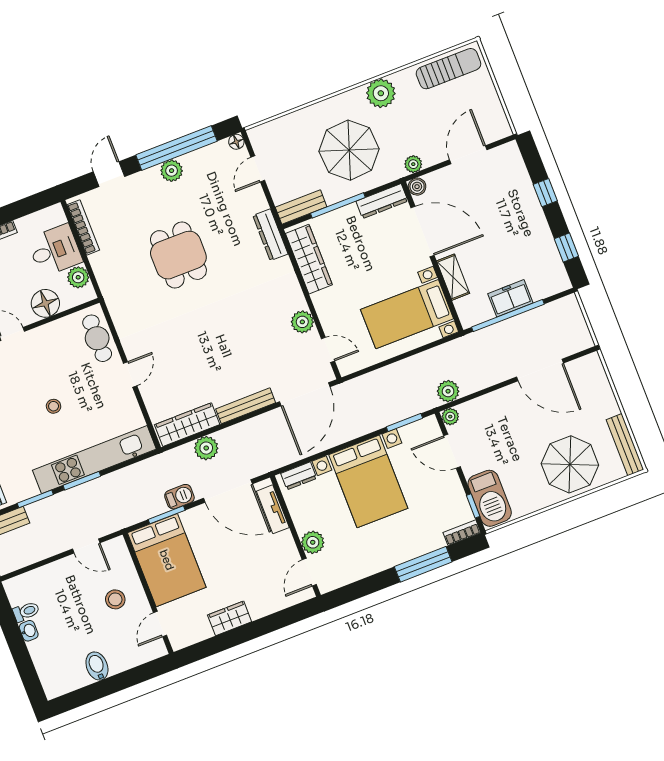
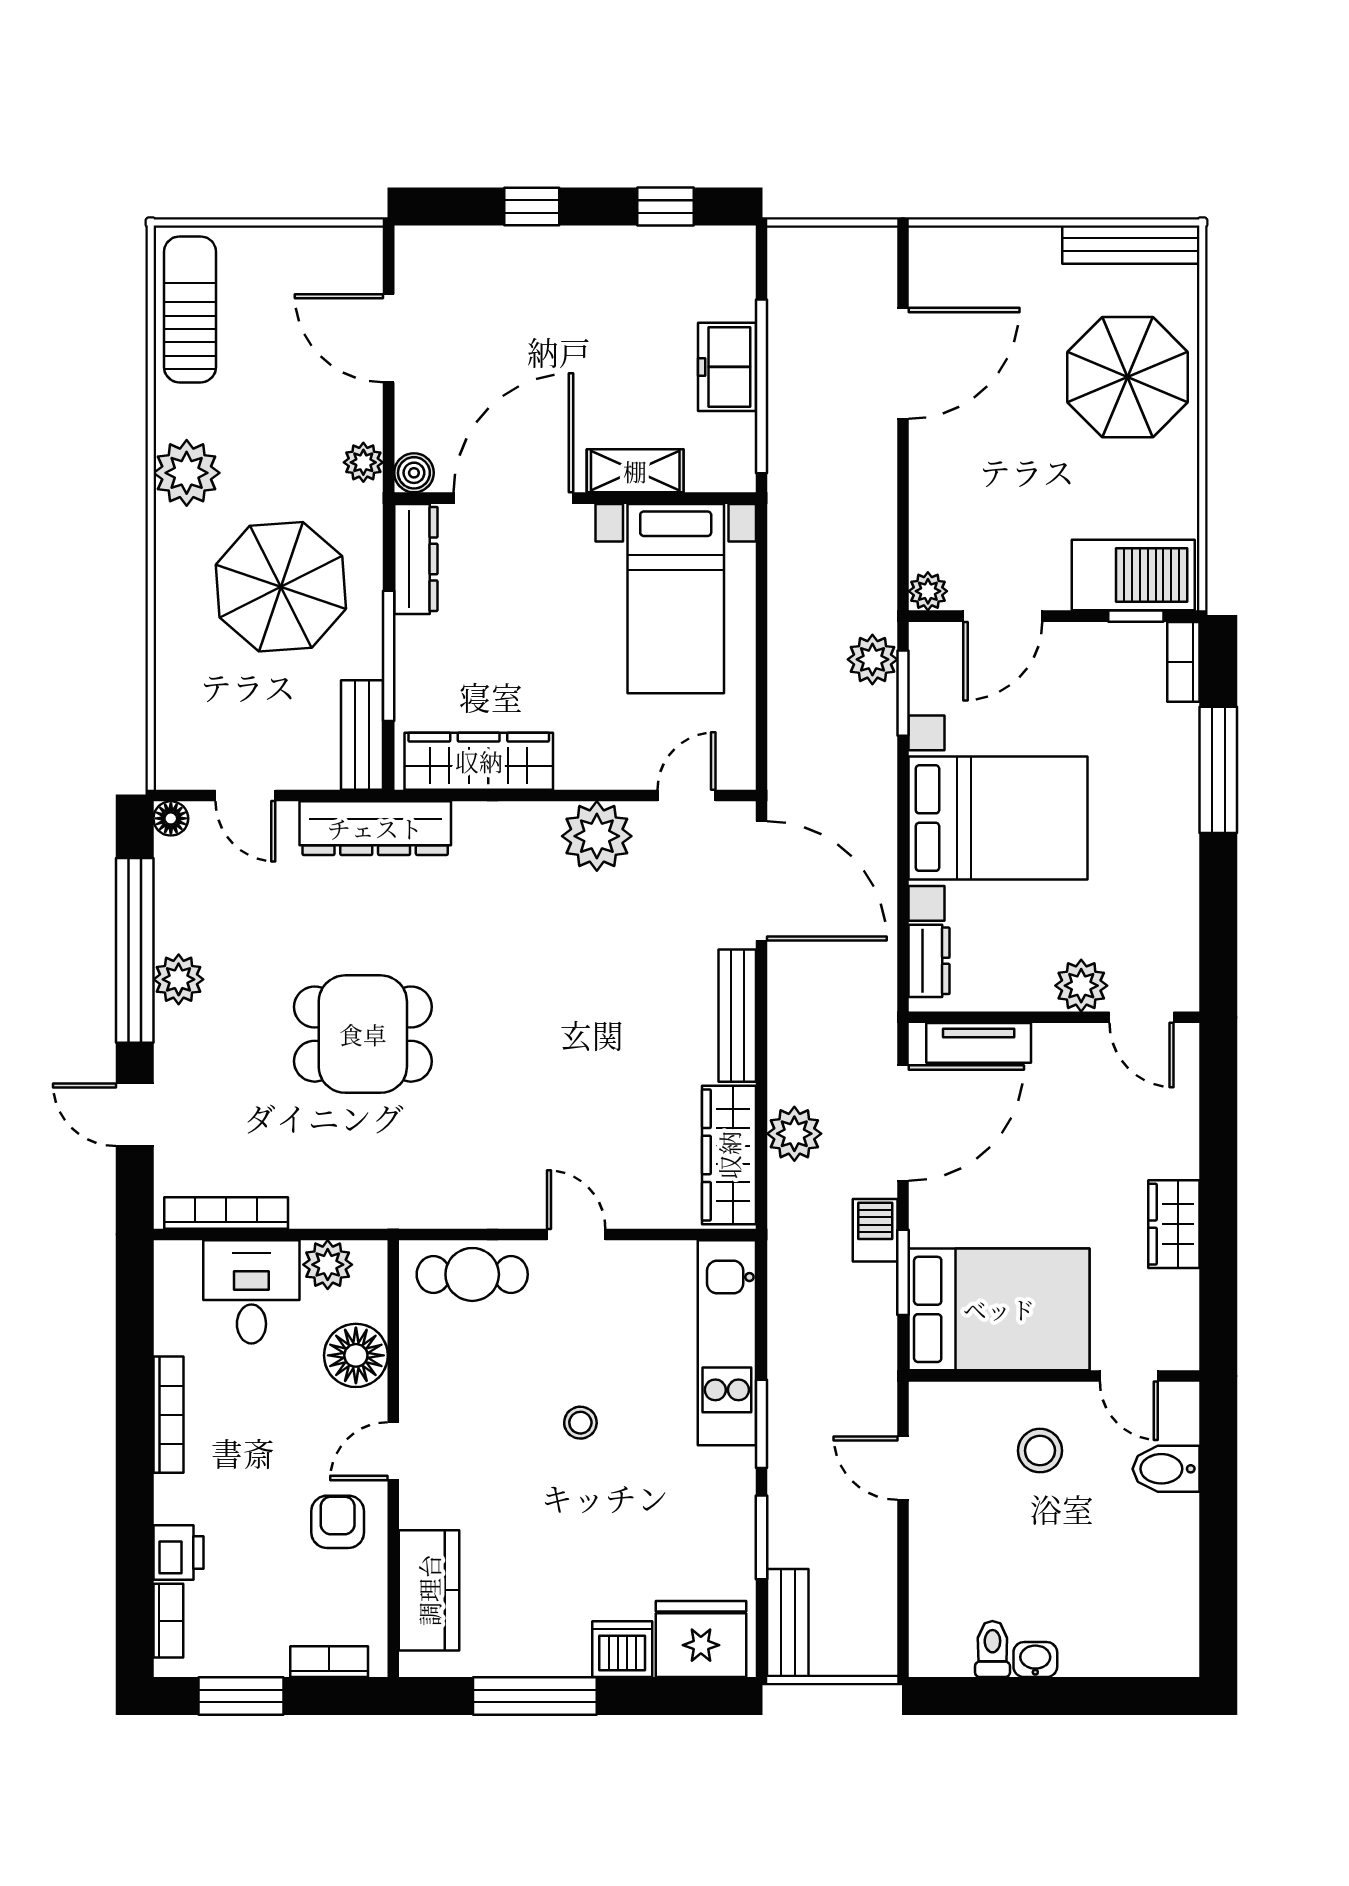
dresser: (270, 235) -> (375, 828), width x1.37, depth x1.24
plant: (302, 322) -> (597, 836), width x1.36, depth x1.36
plant: (448, 391) -> (872, 659), moved
kitchen unit: (94, 460) -> (727, 1343), width x0.73
door: (86, 546) -> (903, 1468), swing flipped
bidet: (97, 666) -> (1166, 1469), moved

